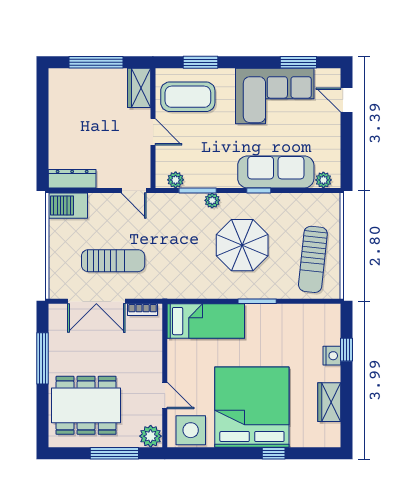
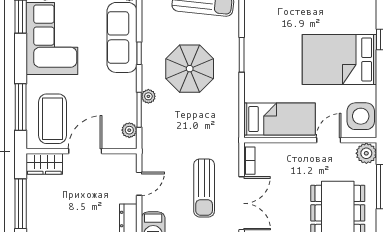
window: (200, 62) -> (21, 107), width x1.44
door: (153, 132) -> (85, 151), width x1.38
door: (134, 190) -> (139, 184), moved
sun lounger: (113, 261) -> (204, 188), turned 180
bed: (206, 321) -> (279, 119), moved, turned 90
bed: (252, 407) -> (339, 60), width x0.73

